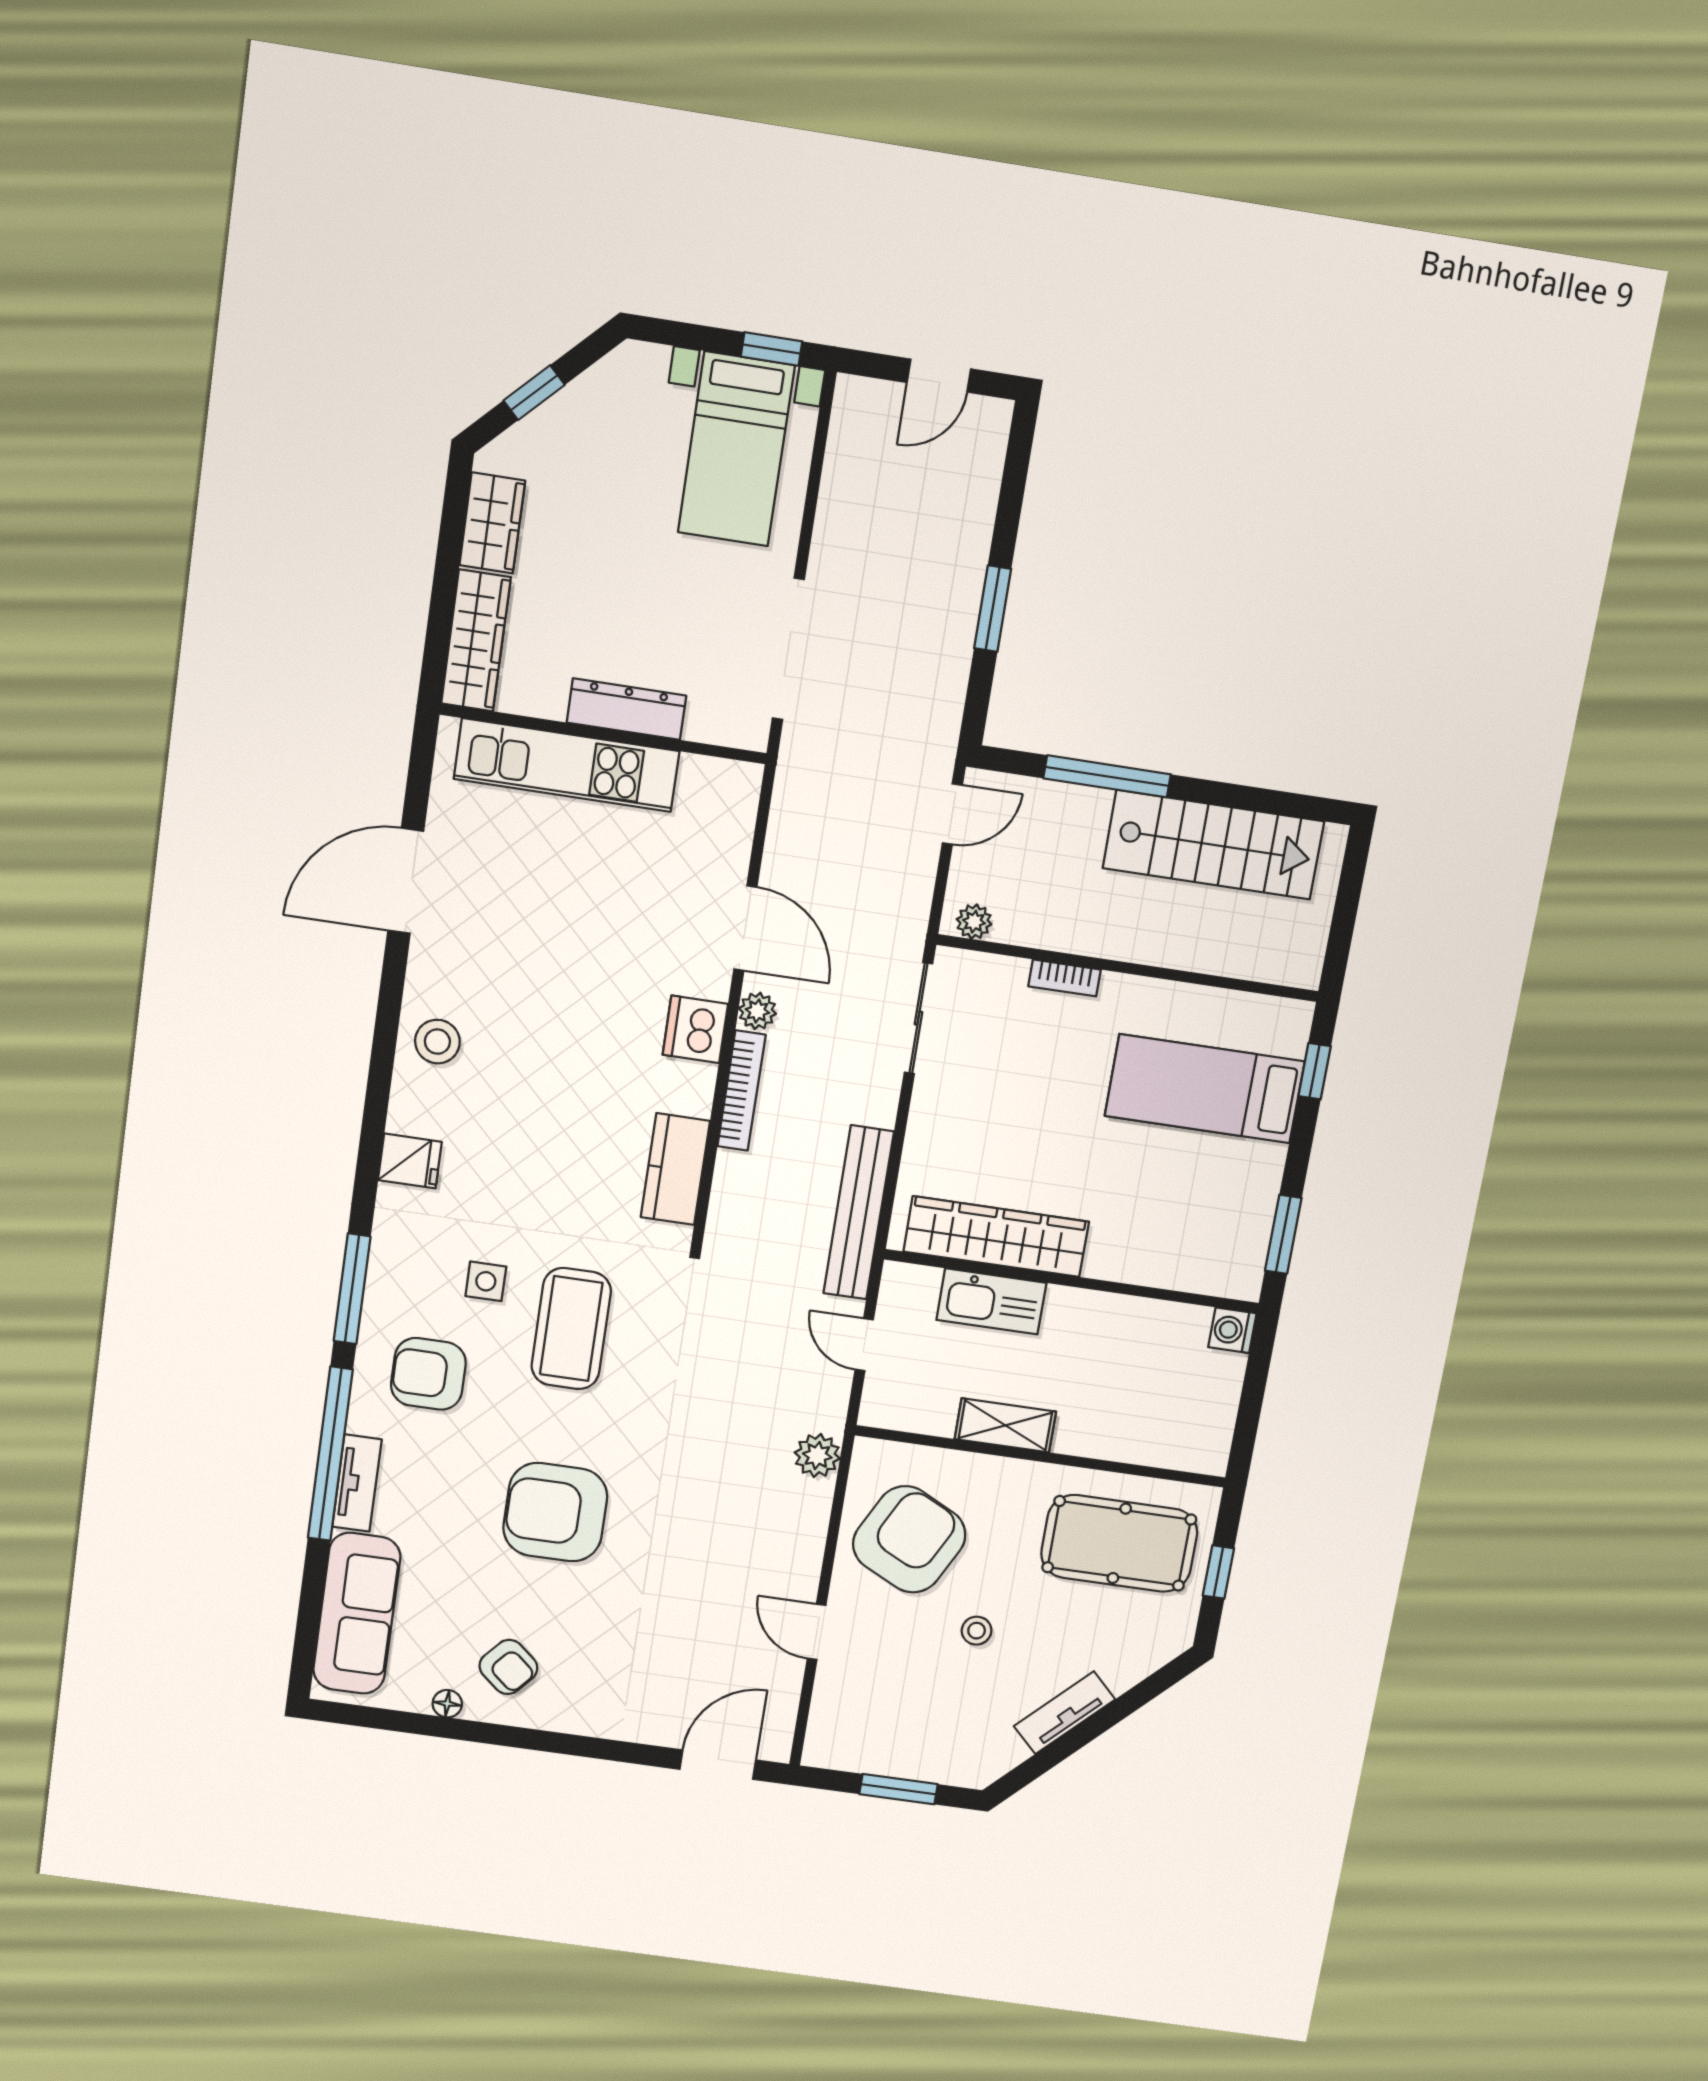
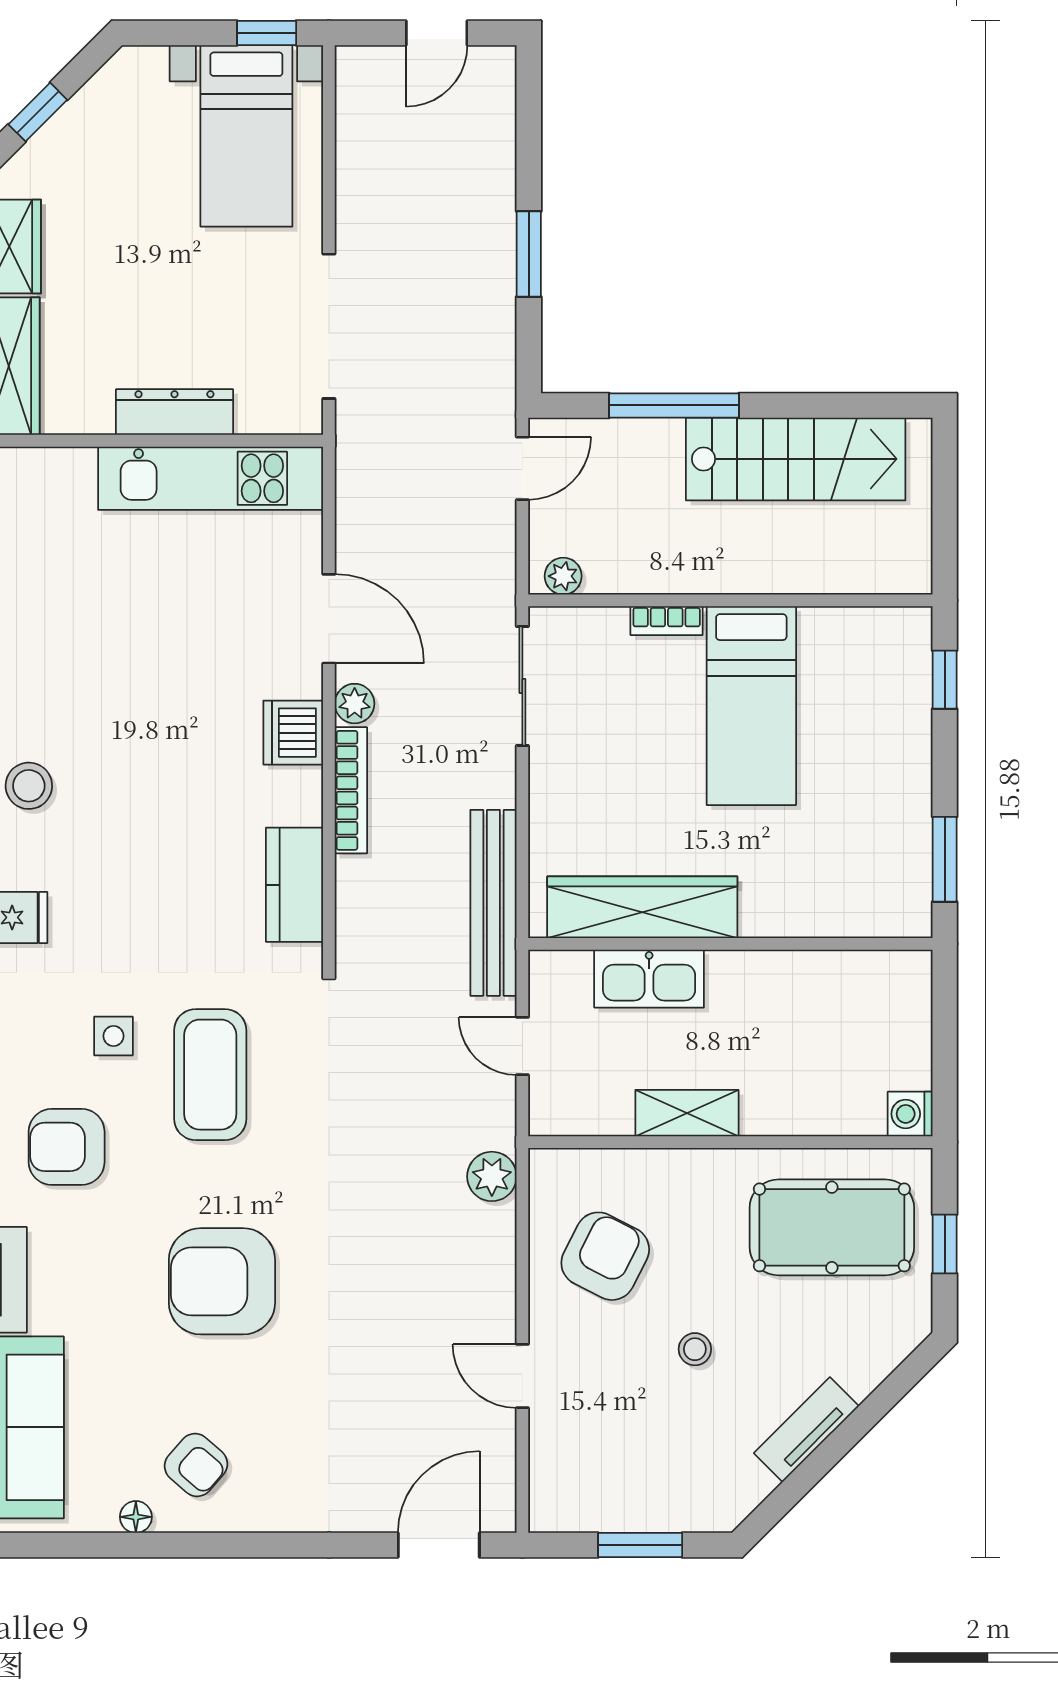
kitchen unit: (567, 765) -> (211, 478), moved
bed: (1205, 1089) -> (751, 706), moved, turned -90
washing machine: (1232, 1330) -> (910, 1114), moved
armchair: (909, 1539) -> (605, 1256), width x0.73, depth x0.73

